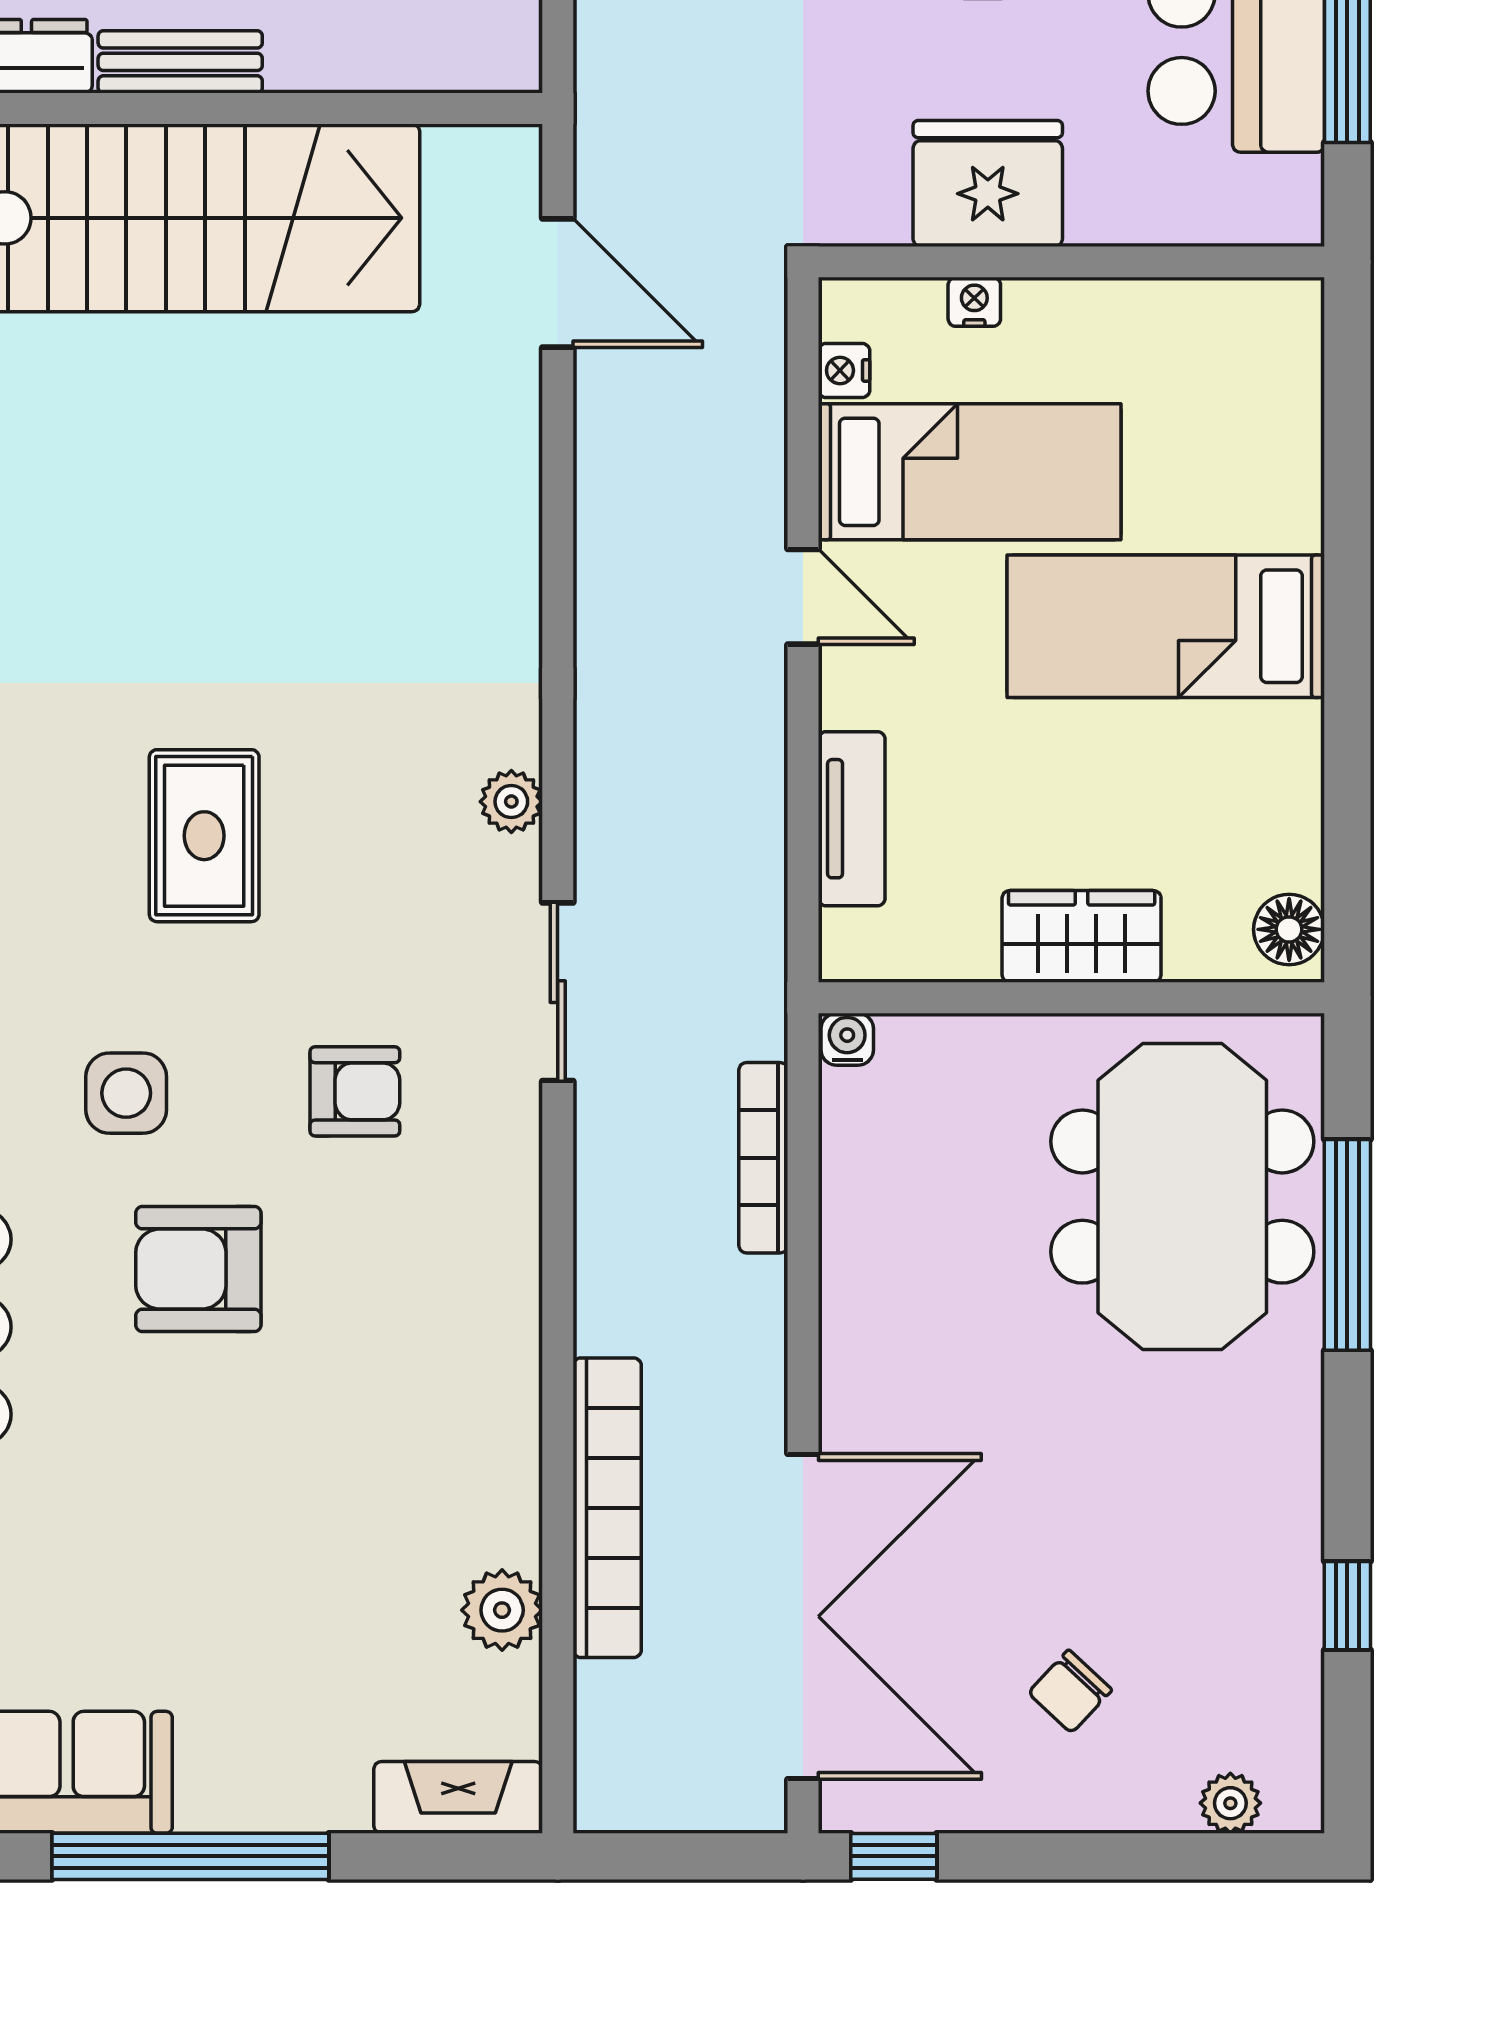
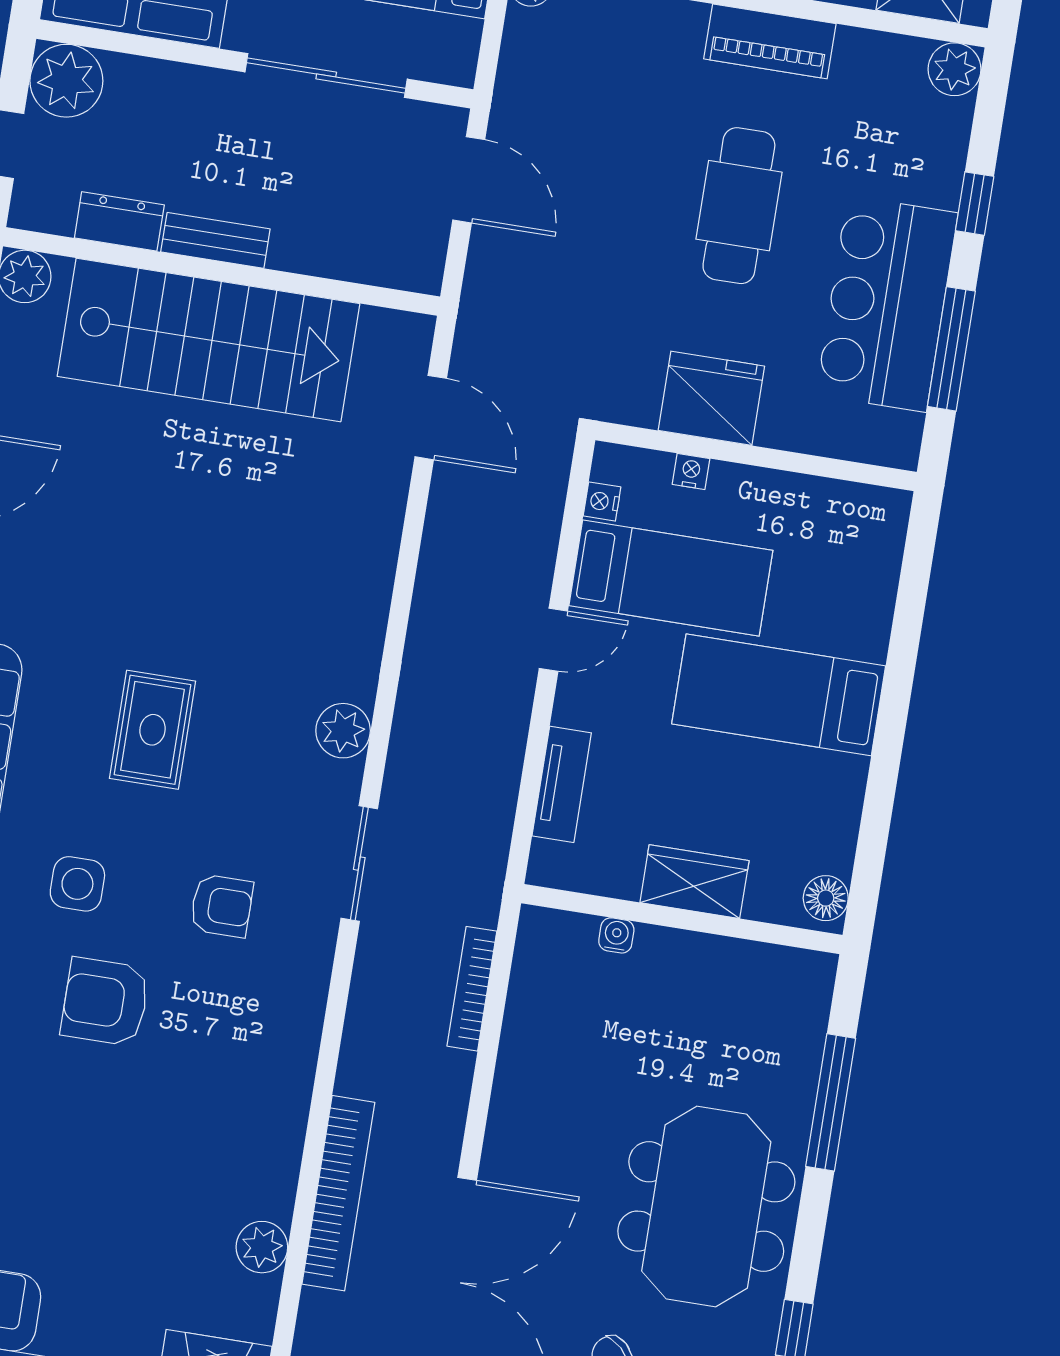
door: (803, 597) -> (553, 640), hinge flipped
plant: (511, 802) -> (343, 731), width x1.38, depth x1.38
water cooler: (847, 1039) -> (616, 935), moved
meeting table: (1182, 1197) -> (706, 1206), moved

